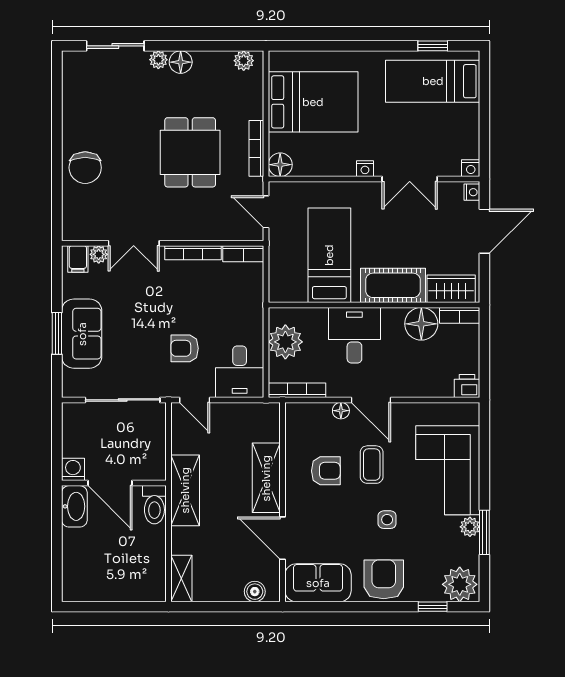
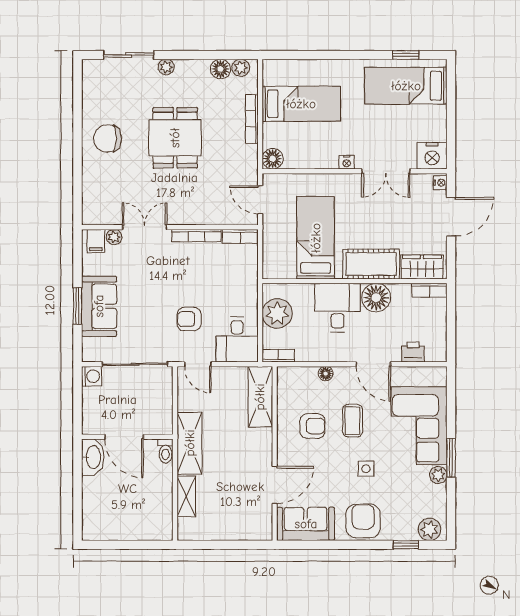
floor lamp: (181, 62) -> (220, 69), moved
bed: (313, 102) -> (301, 104), width x0.67
bookcase: (256, 148) -> (252, 119), moved
dining table: (190, 152) -> (175, 138), moved
chair: (85, 168) -> (108, 138), moved, turned 90
nightstand: (471, 168) -> (432, 156), width x1.89, depth x1.79
double door: (134, 243) -> (145, 227), swing flipped
floor lamp: (421, 324) -> (376, 298), moved
printer: (467, 386) -> (413, 352), moved
bookcase: (297, 390) -> (278, 356), width x0.64
door: (371, 400) -> (373, 364), moved
washing machine: (73, 469) -> (92, 376), moved, turned 90
shelving: (266, 478) -> (260, 397), moved
toilet: (154, 505) -> (166, 451), width x0.73, depth x0.72
window: (484, 532) -> (451, 458), moved
door: (283, 538) -> (275, 485), swing flipped
shelving: (181, 579) -> (186, 496), moved
plant: (460, 584) -> (429, 529), width x0.73, depth x0.73
boiler: (255, 592) -> (250, 532), removed

